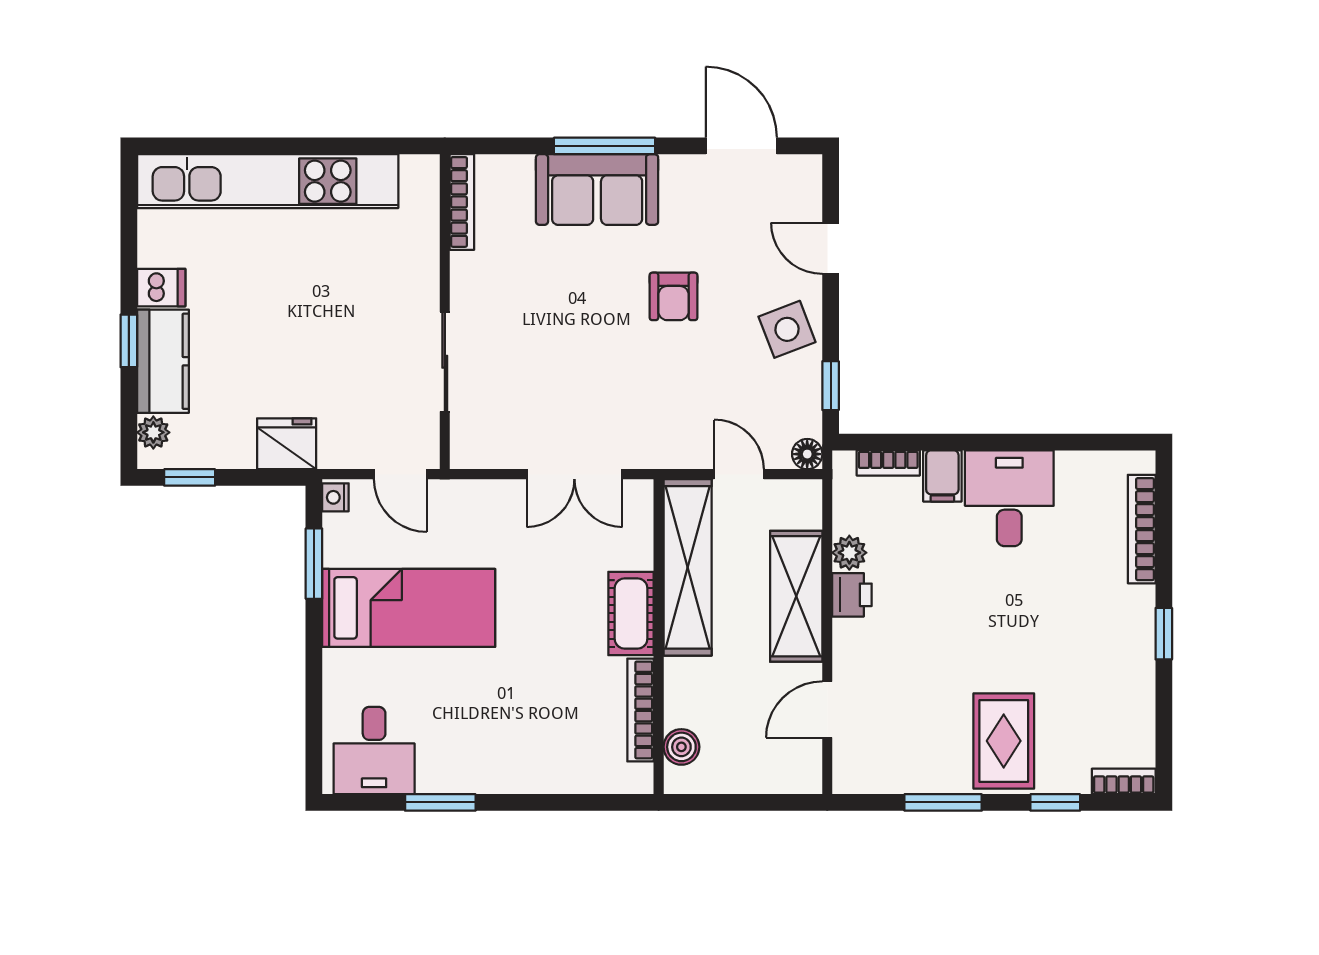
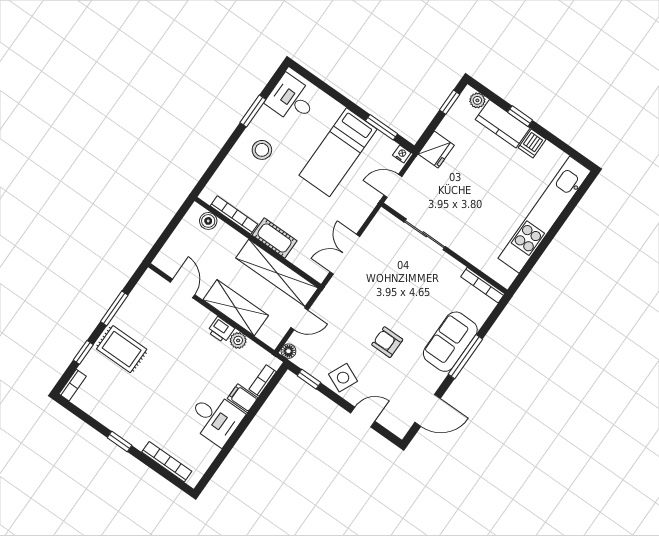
side table: (787, 329) -> (343, 378), turned 45
stool: (496, 740) -> (262, 150), added

